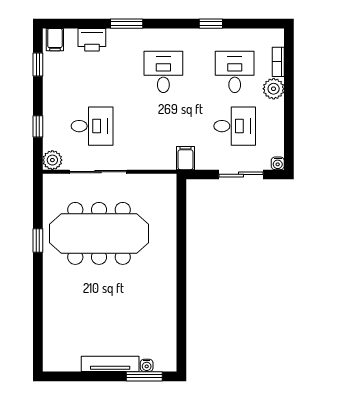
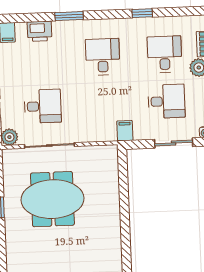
meeting table: (99, 233) -> (52, 199), width x0.73

